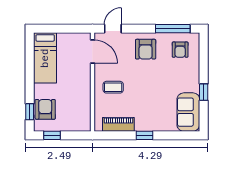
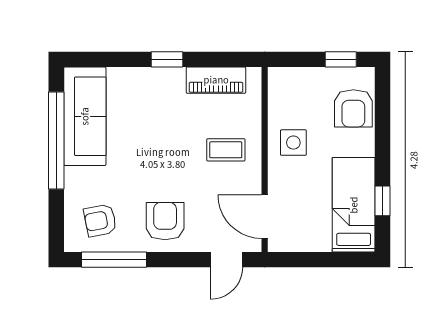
armchair: (180, 50) -> (100, 220), turned -101
side table: (77, 91) -> (293, 143), added
window: (204, 92) -> (56, 141), width x3.17
window: (30, 112) -> (382, 201), moved
sofa: (188, 112) -> (85, 116), width x1.36

